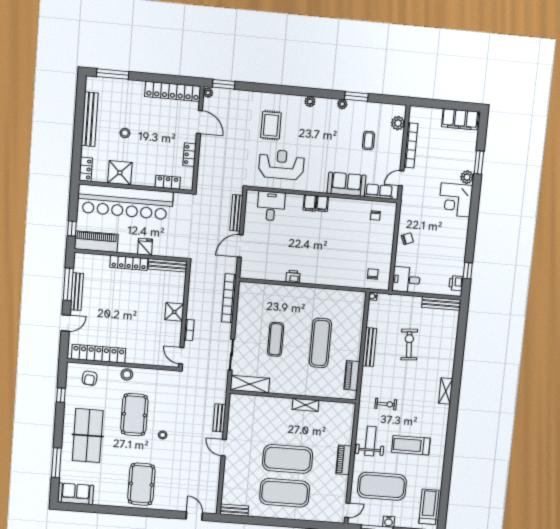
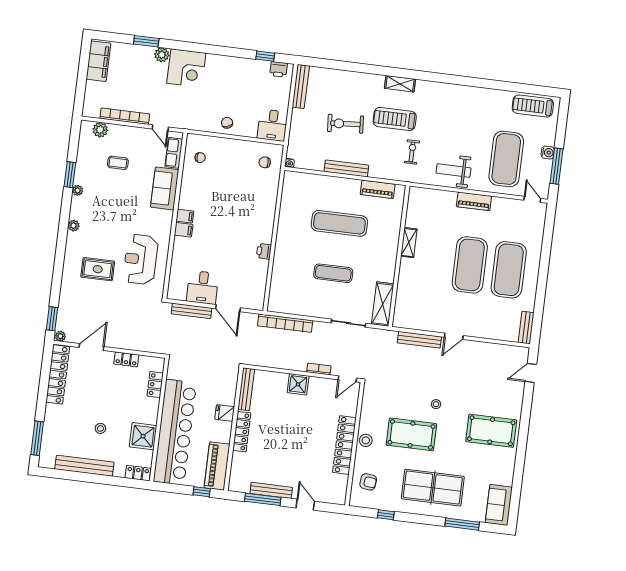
desk: (271, 206) -> (203, 287), moved, turned -90
locker: (99, 354) -> (344, 445), moved
bench: (219, 418) -> (419, 340), width x1.36
treadmill: (411, 445) -> (395, 119), moved, turned 90

